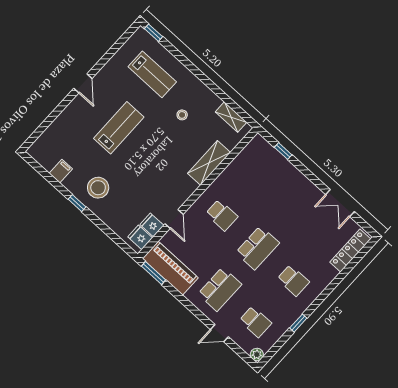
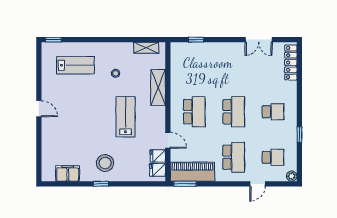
lab bench: (119, 128) -> (126, 117), moved
filing cabinet: (61, 171) -> (68, 173), width x2.00
school desk: (222, 215) -> (194, 112), width x1.85

